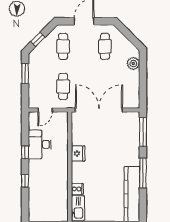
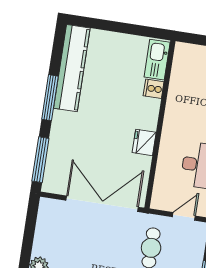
double door: (99, 110) -> (102, 204), swing flipped

